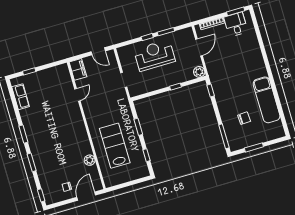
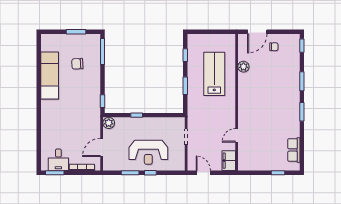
lab bench: (115, 146) -> (214, 74), turned 180

